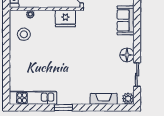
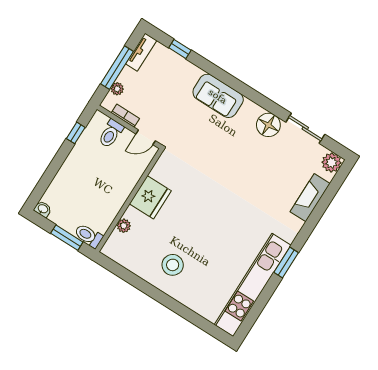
fridge: (65, 18) -> (150, 197), moved
stool: (24, 34) -> (173, 265), moved
kitchen unit: (33, 98) -> (253, 285), width x1.36

